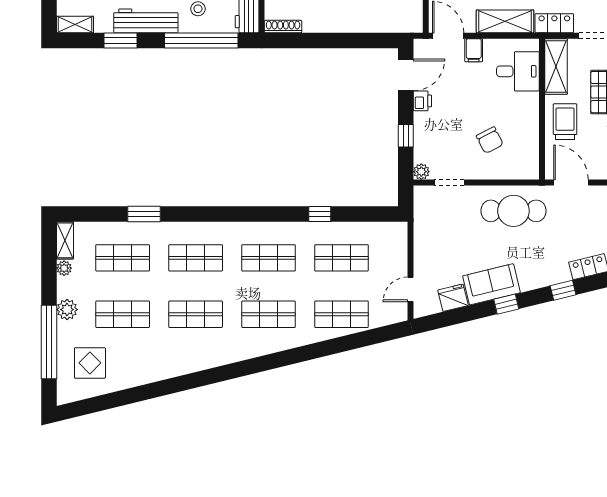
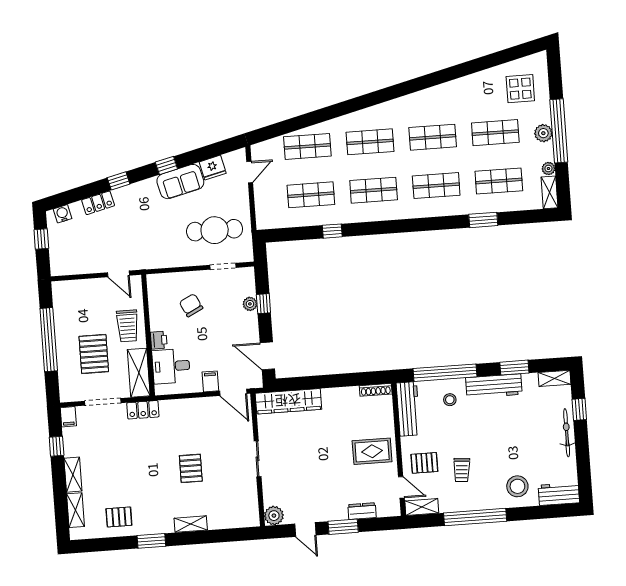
wardrobe: (385, 21) -> (288, 401), added
shelving: (505, 21) -> (185, 408), removed
door: (406, 75) -> (267, 356), hinge flipped
printer: (422, 101) -> (159, 340), moved, turned 180
plant: (421, 172) -> (250, 304), moved
door: (571, 183) -> (118, 274), width x0.73
cafe table: (513, 211) -> (215, 230), moved
window: (49, 342) -> (559, 131), moved

